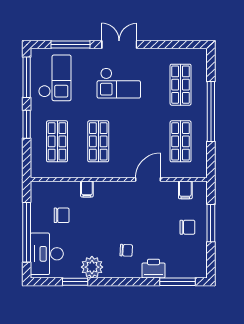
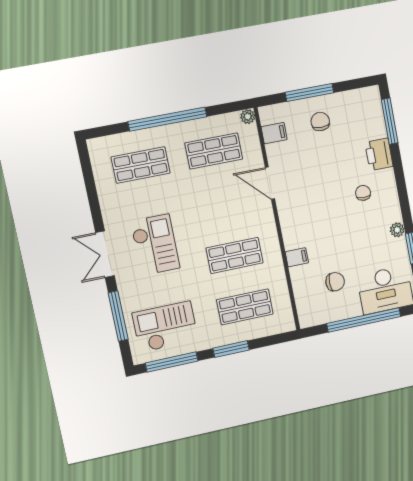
plant: (202, 172) -> (248, 117), added
chair: (62, 215) -> (335, 282), turned 90
plant: (92, 267) -> (397, 230), width x0.53, depth x0.53

